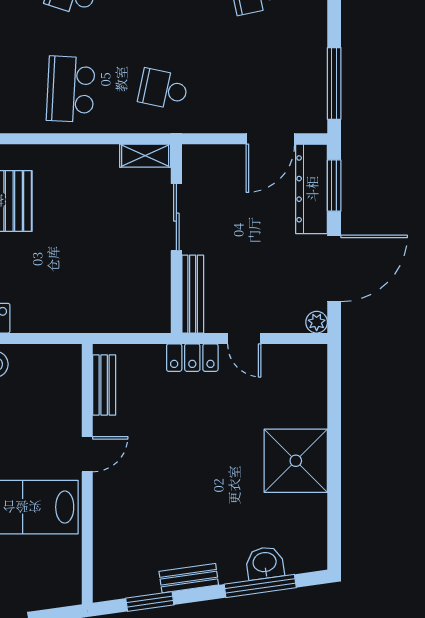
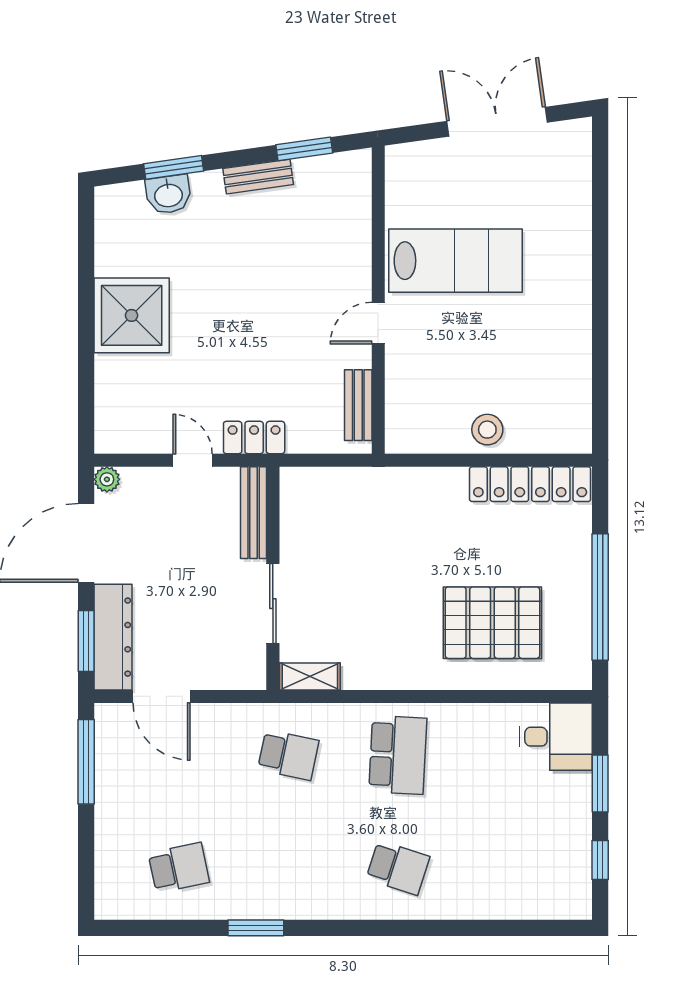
door: (270, 139) -> (162, 696), swing flipped
window: (260, 586) -> (174, 167), width x0.69

